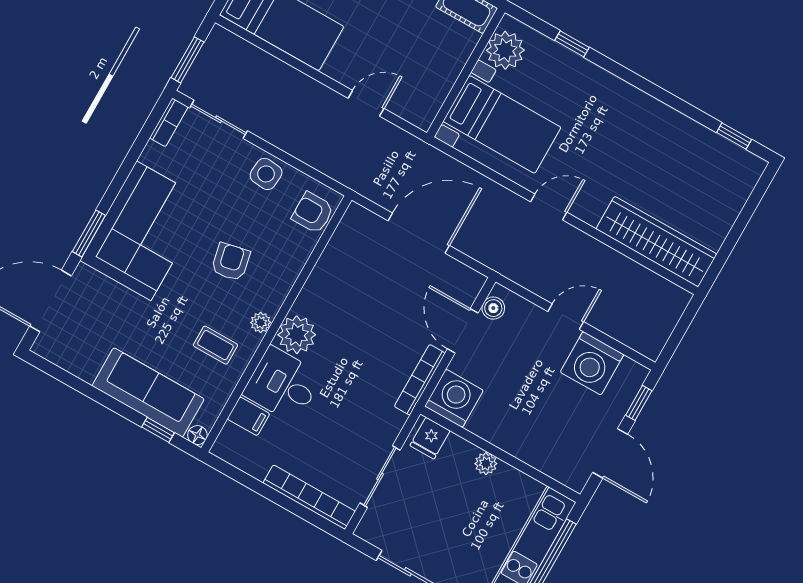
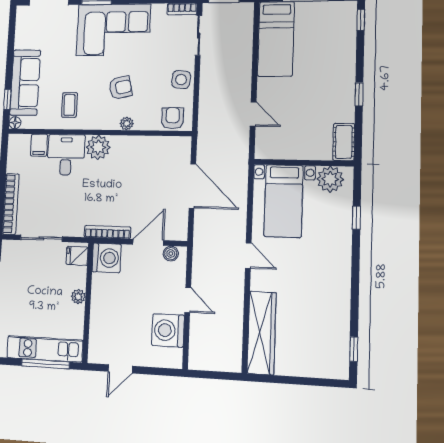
plant: (261, 322) -> (127, 124), moved
window: (639, 403) -> (159, 371), removed
door: (610, 453) -> (120, 369), width x0.73

